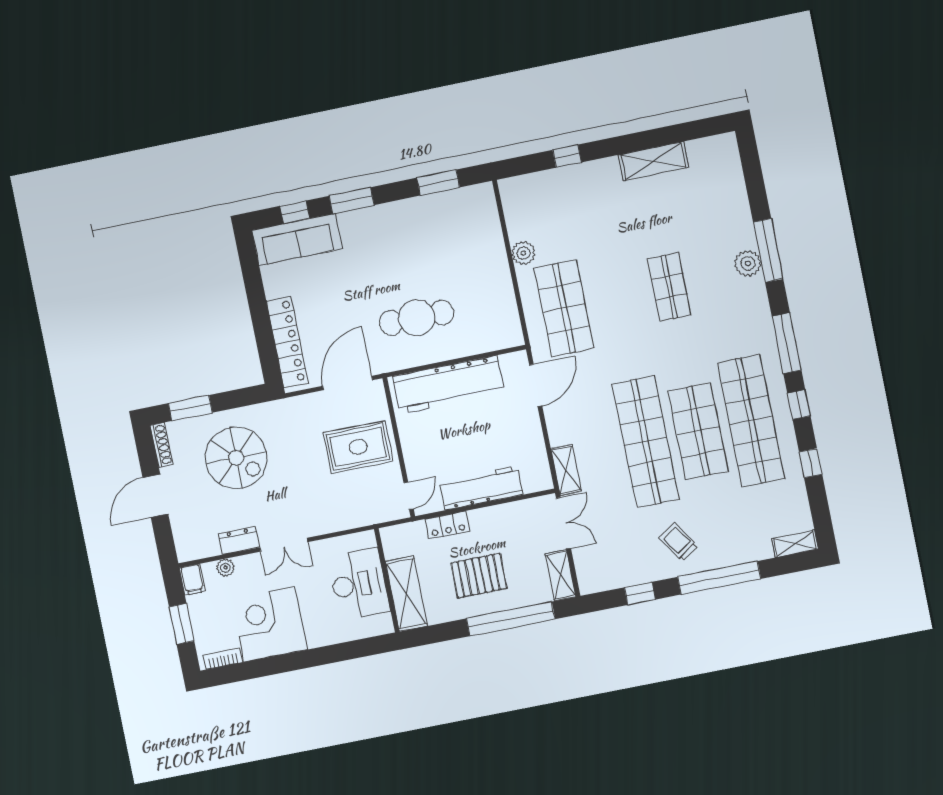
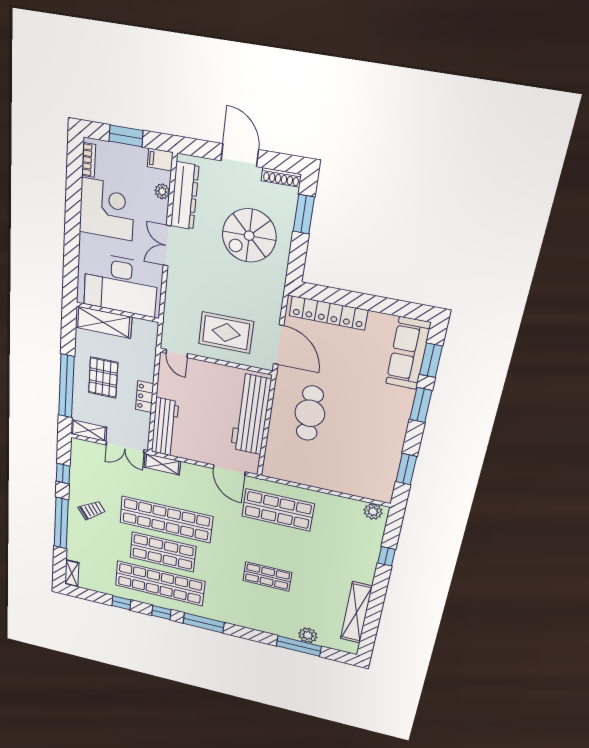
shelving: (653, 161) -> (356, 613), width x1.47
window: (295, 212) -> (431, 360), width x1.50
window: (768, 250) -> (299, 646), moved
plant: (523, 253) -> (373, 511), moved
plant: (748, 263) -> (308, 635), moved
rug: (358, 447) -> (226, 333), turned 90
workbench: (481, 488) -> (165, 427), moved
locker: (447, 525) -> (145, 397), moved
dresser: (239, 541) -> (185, 196), width x1.96, depth x1.24
desk: (359, 584) -> (121, 285), width x1.36, depth x1.30

